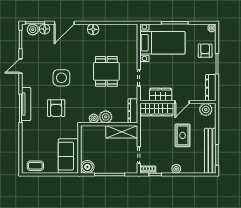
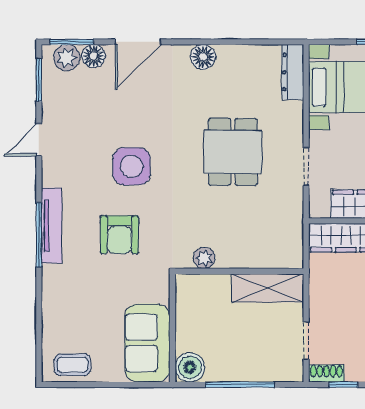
dresser: (133, 111) -> (293, 72), moved
plant: (106, 117) -> (231, 254), removed

